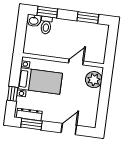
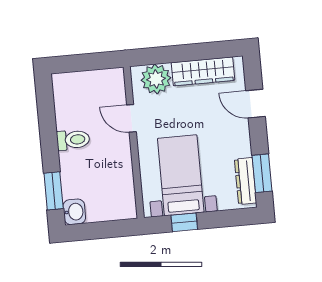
window: (88, 18) -> (47, 115), removed
toilet: (46, 25) -> (73, 140), moved
window: (13, 94) -> (184, 222), moved
wardrobe: (92, 105) -> (203, 71), added

